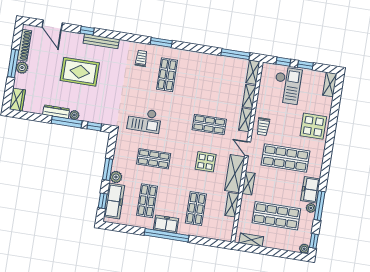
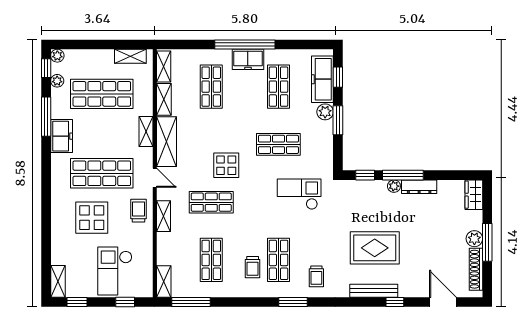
window: (305, 65) -> (77, 302), moved
rug: (80, 72) -> (375, 248), moved
trolley: (187, 72) -> (253, 267), added
shop shelf: (216, 82) -> (211, 260), added
shelving: (249, 96) -> (164, 66), moved
display table: (313, 126) -> (92, 218), moved
display table: (206, 162) -> (226, 165), moved
plant: (311, 208) -> (57, 81), moved

